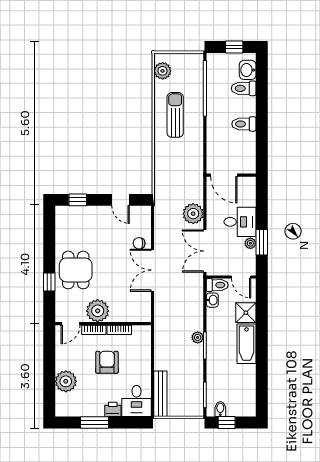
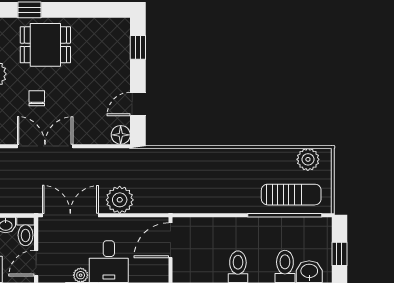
sun lounger: (175, 115) -> (291, 195), moved
floor lamp: (144, 213) -> (121, 135), added
chair: (139, 243) -> (37, 98), moved

